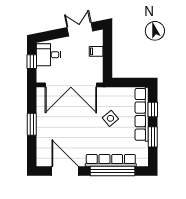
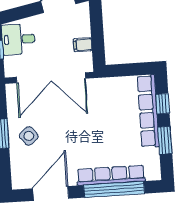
filing cabinet: (96, 51) -> (83, 45), moved
side table: (110, 118) -> (29, 136), moved
door: (65, 171) -> (51, 193), hinge flipped

